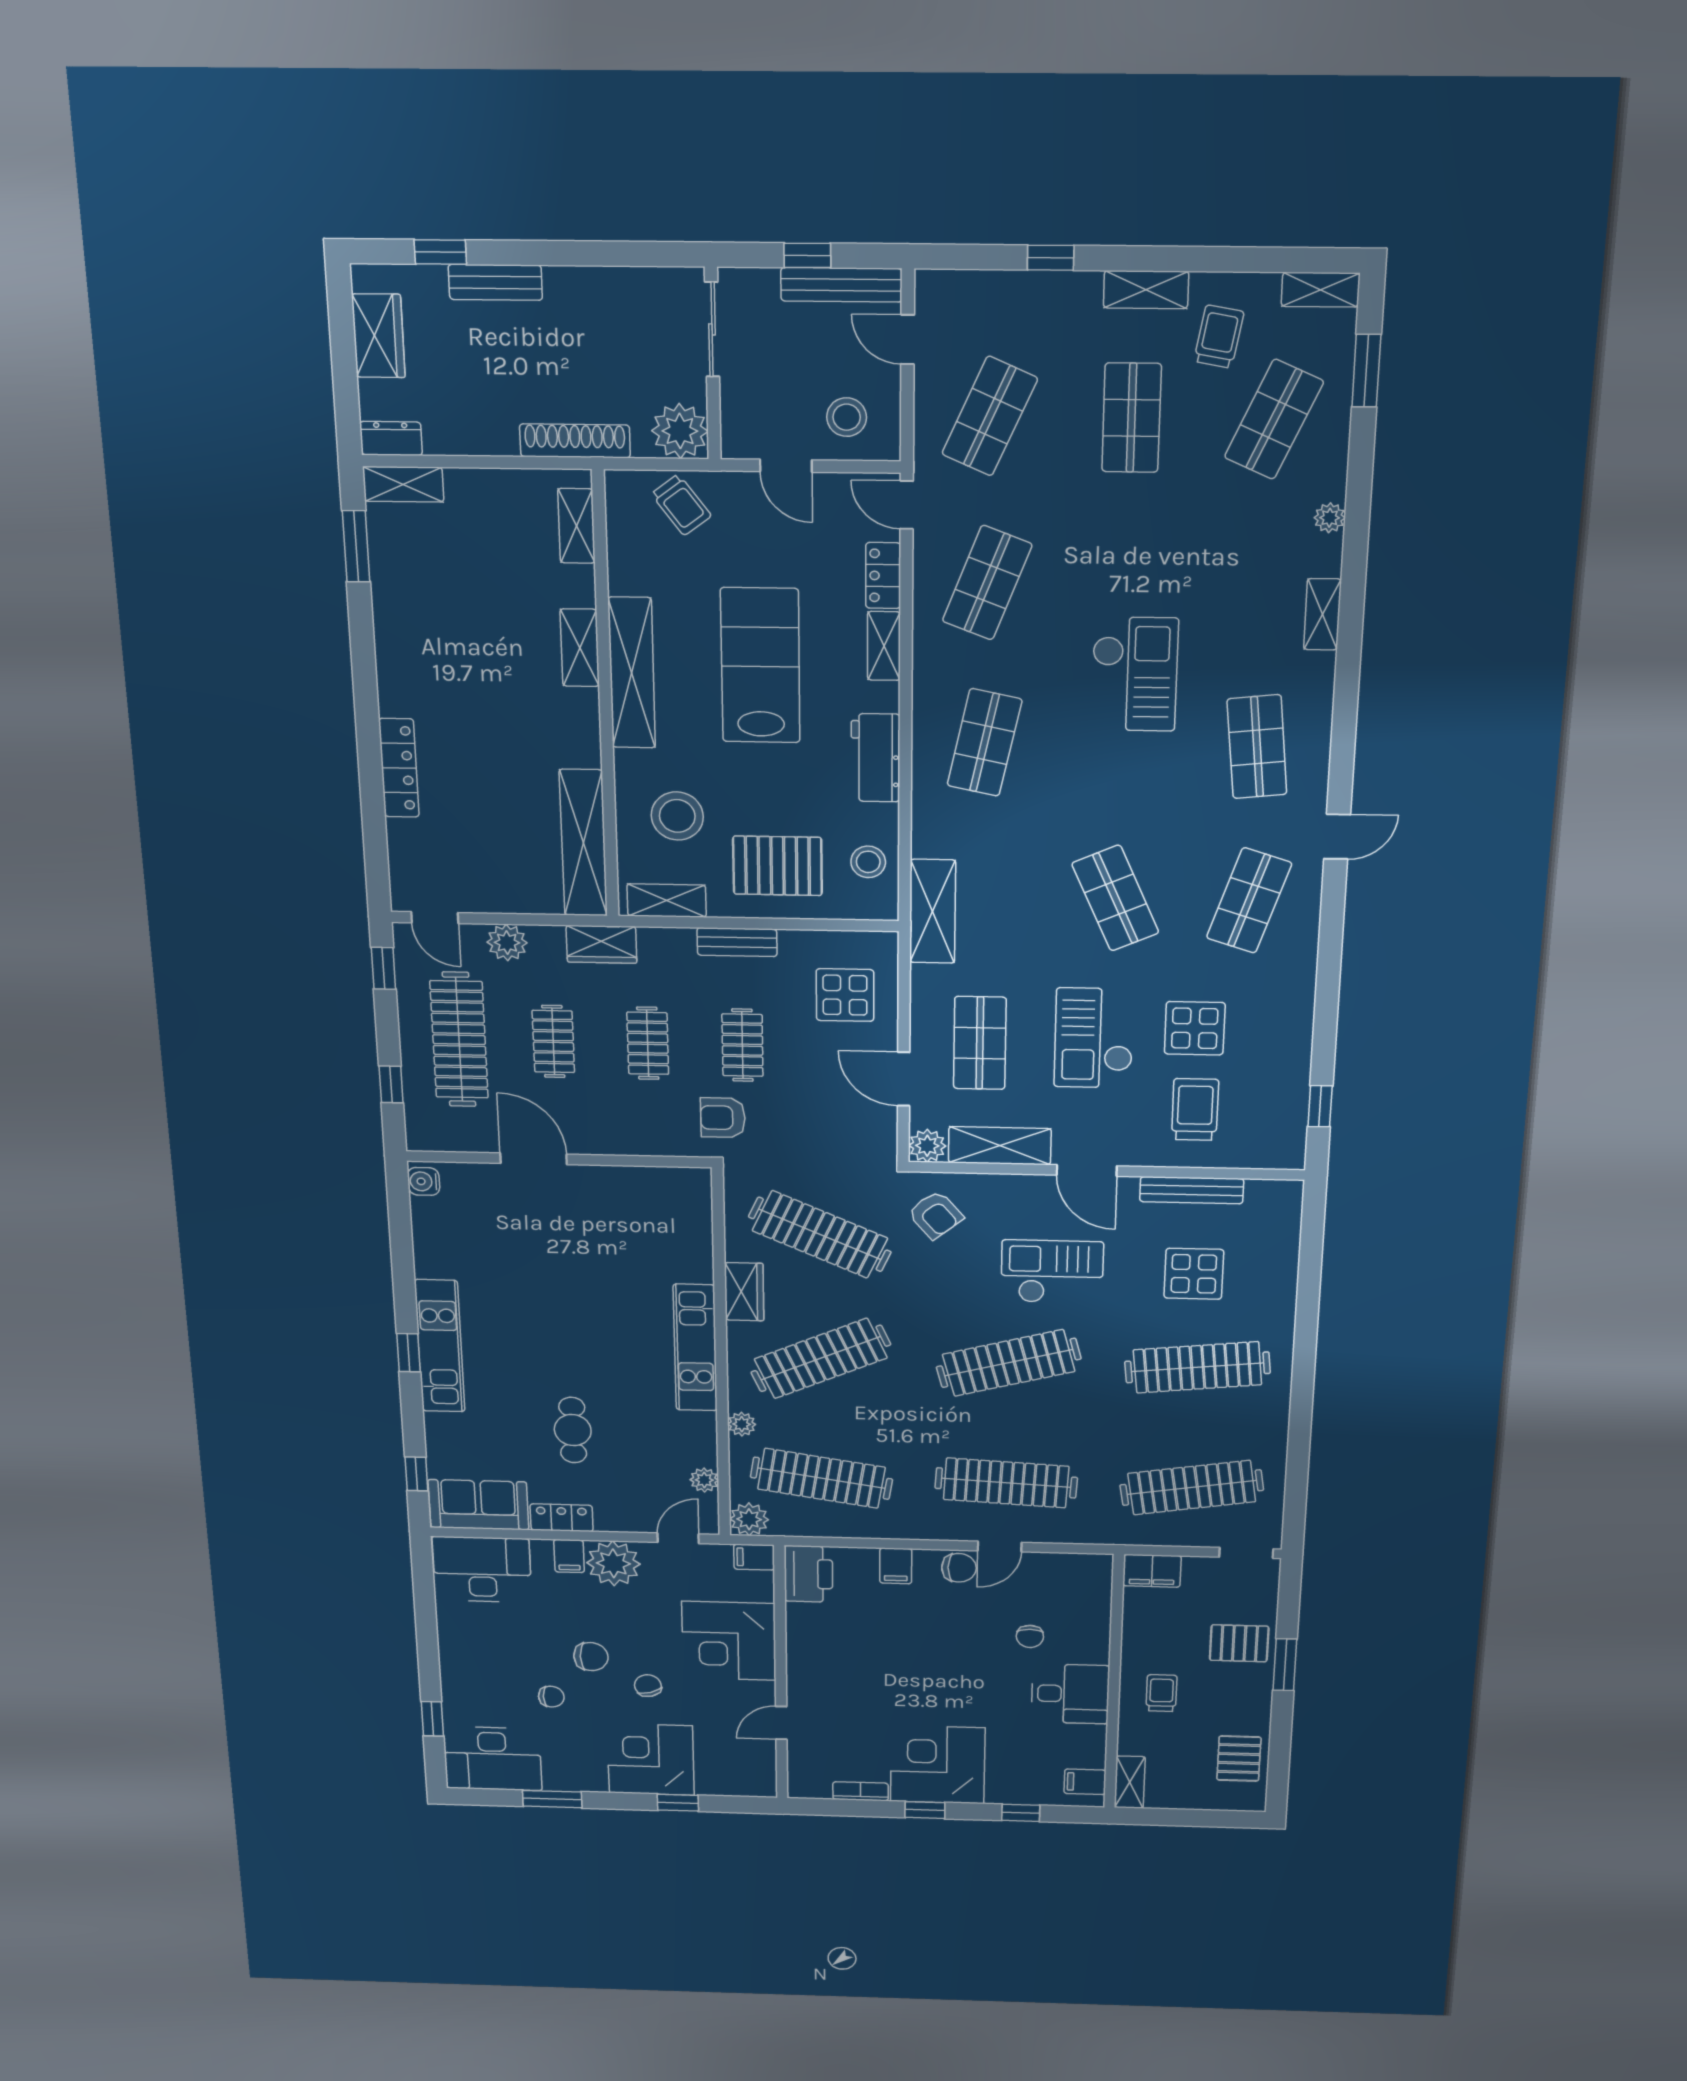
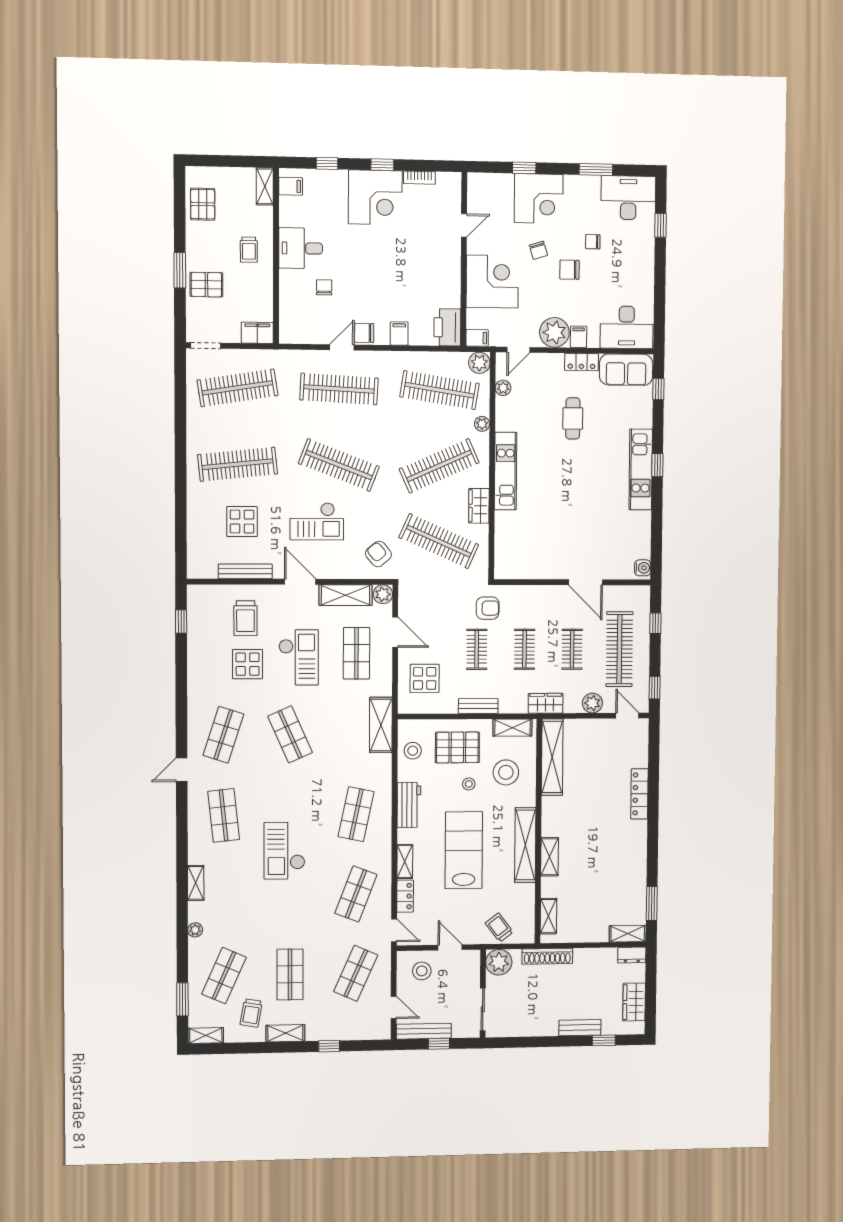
lab bench: (760, 666) -> (464, 850), turned 180
stool: (753, 796) -> (469, 784), added
clothes rail: (1009, 1363) -> (339, 465), turned 36

